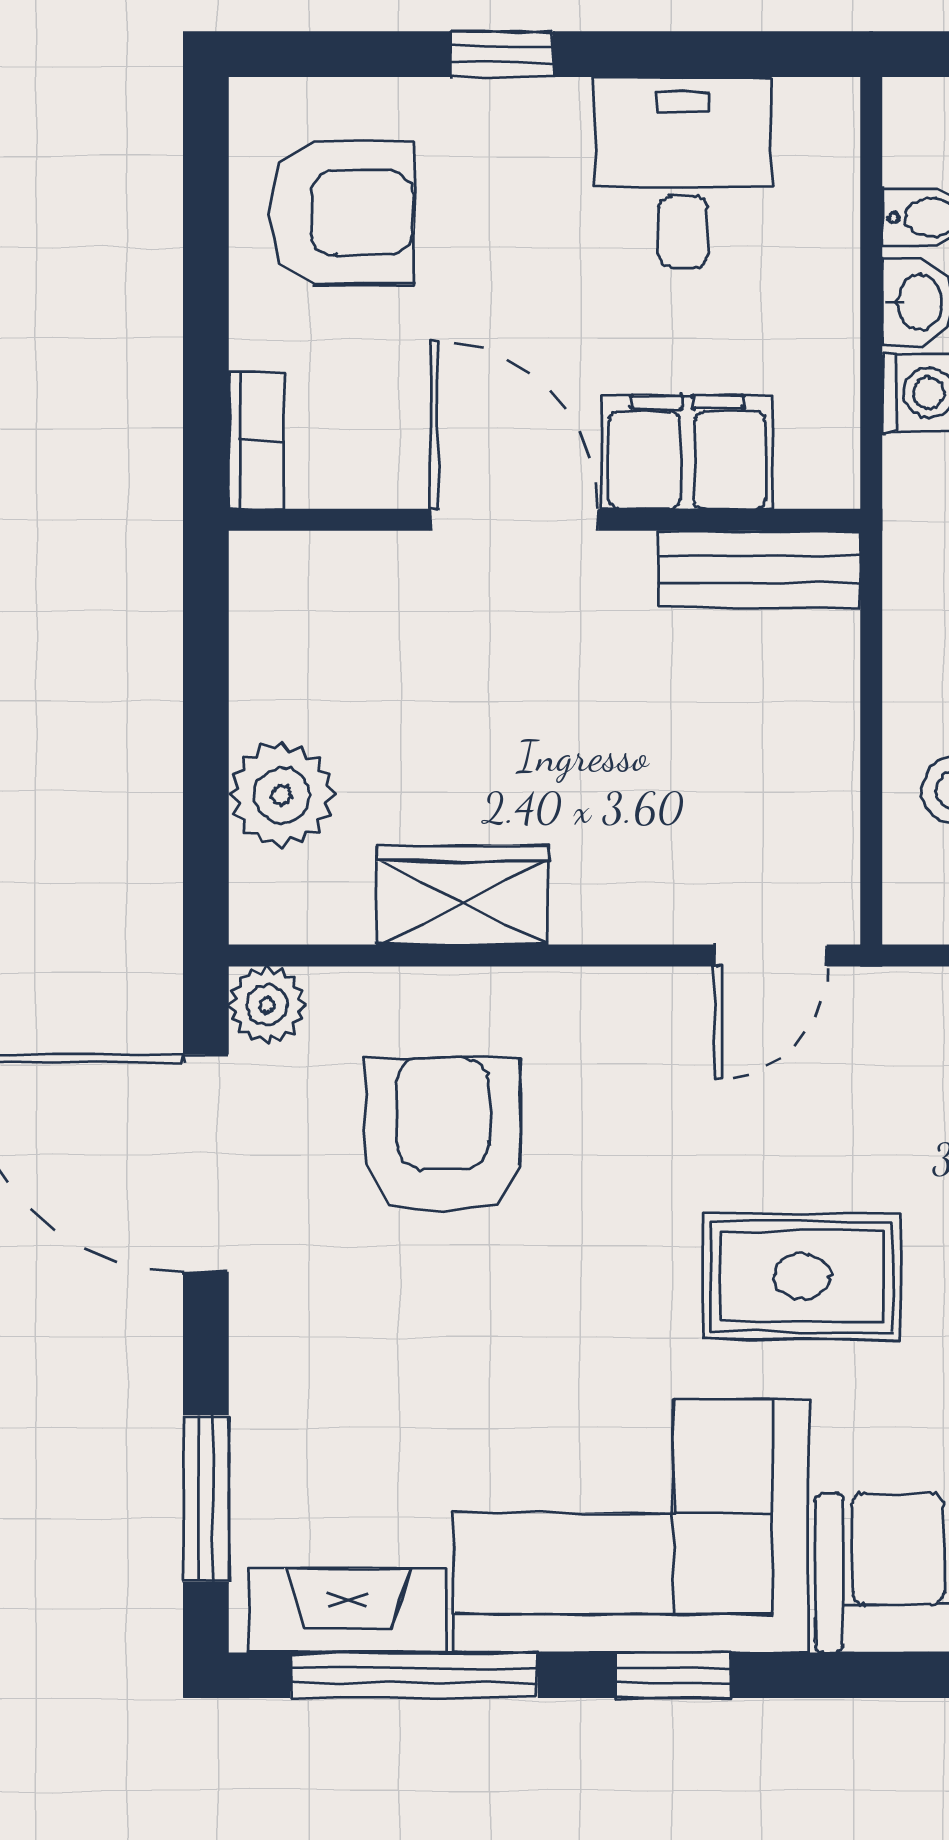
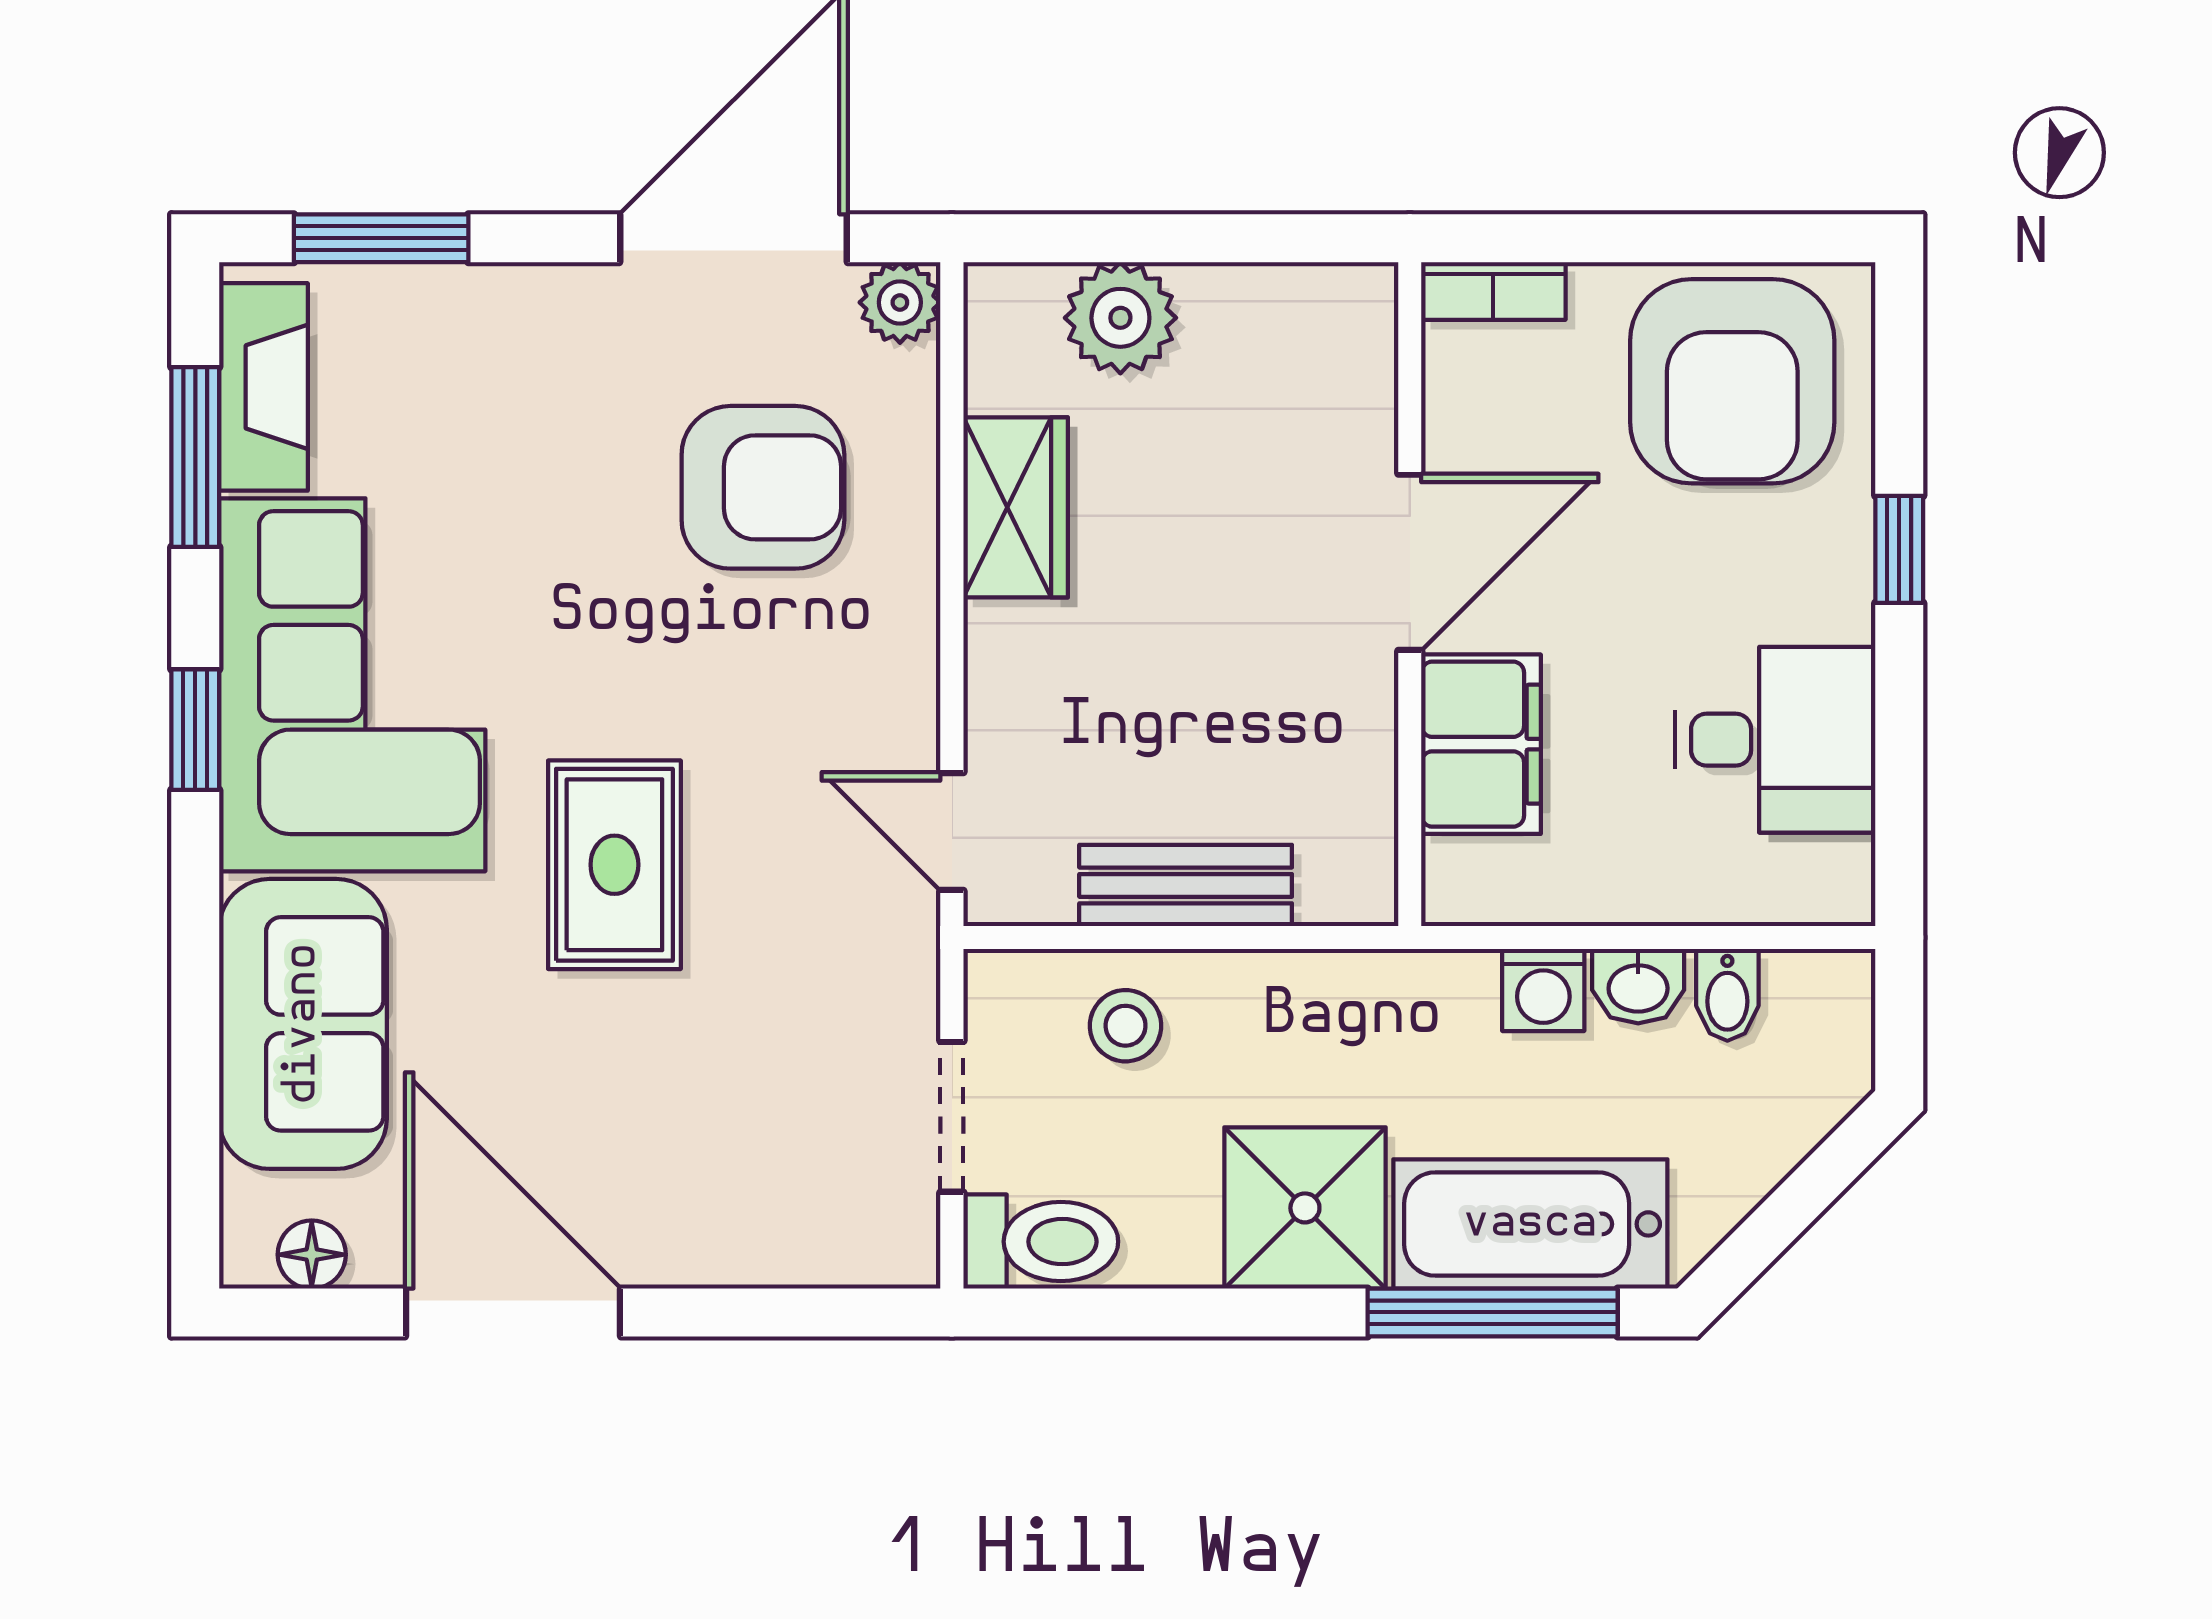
armchair: (342, 213) -> (1732, 381), width x1.36, depth x1.36
bench: (759, 569) -> (1186, 885), moved, turned 90
window: (414, 1675) -> (195, 457), width x0.69

